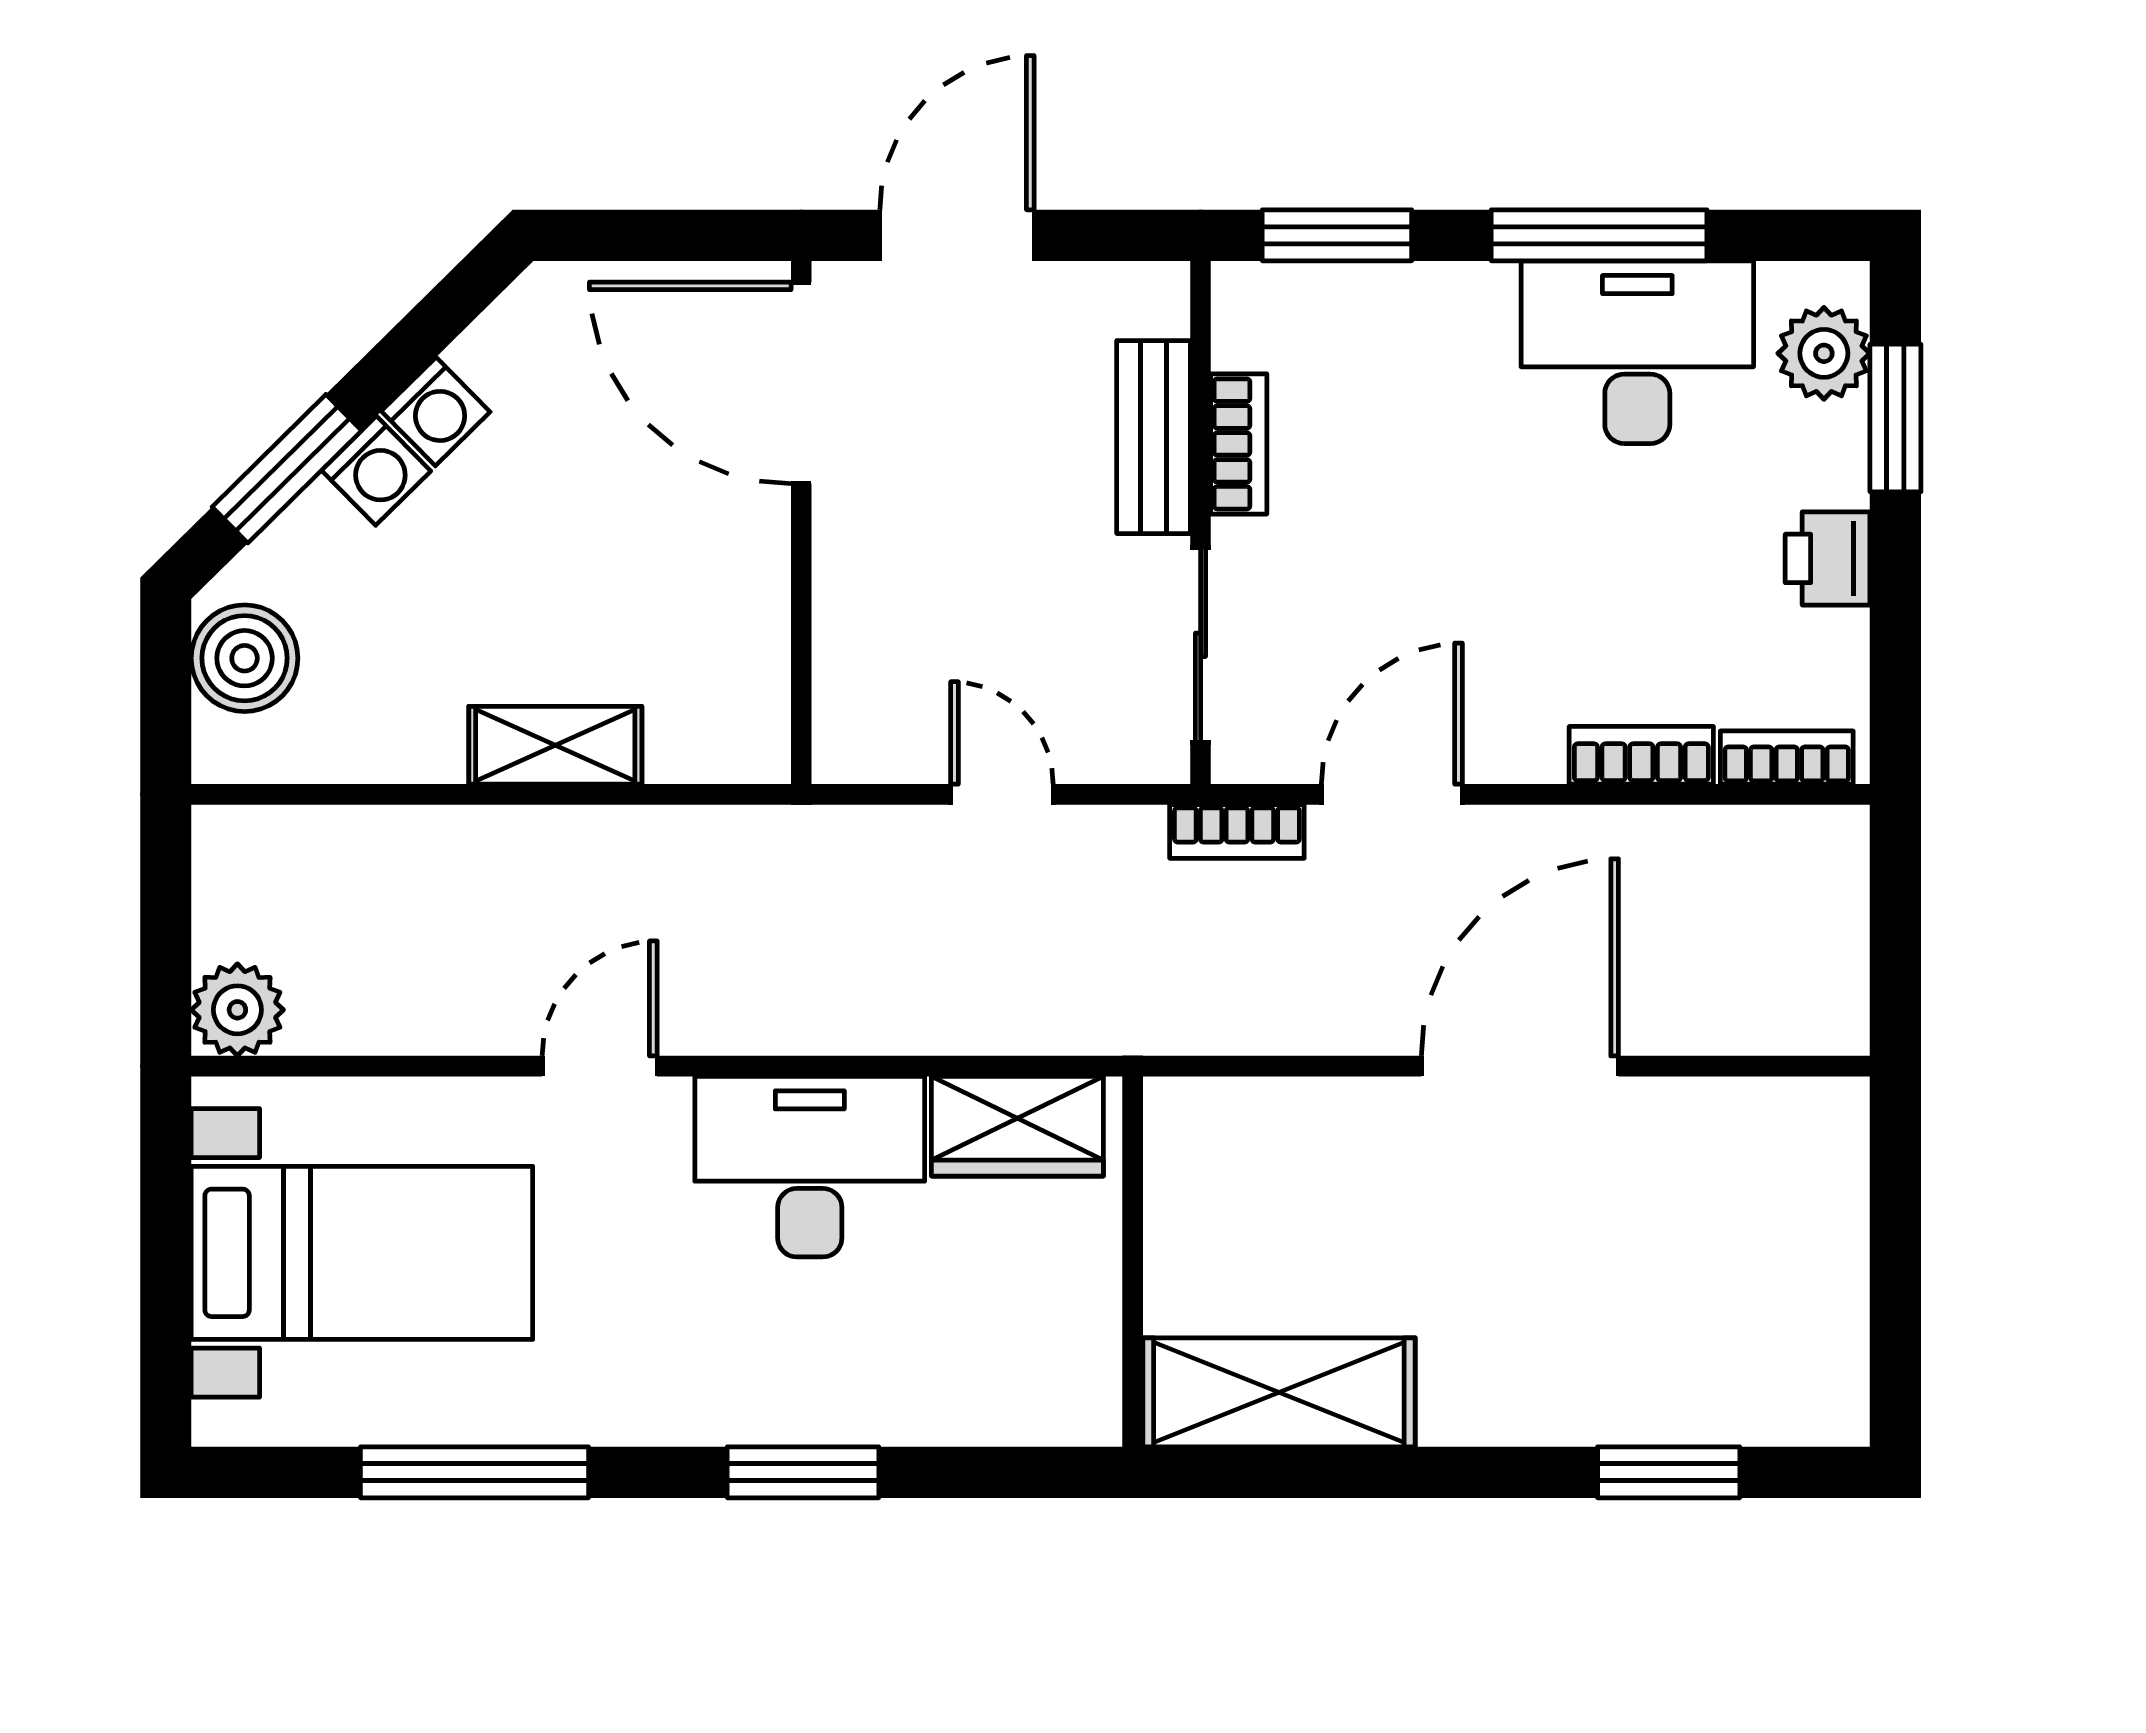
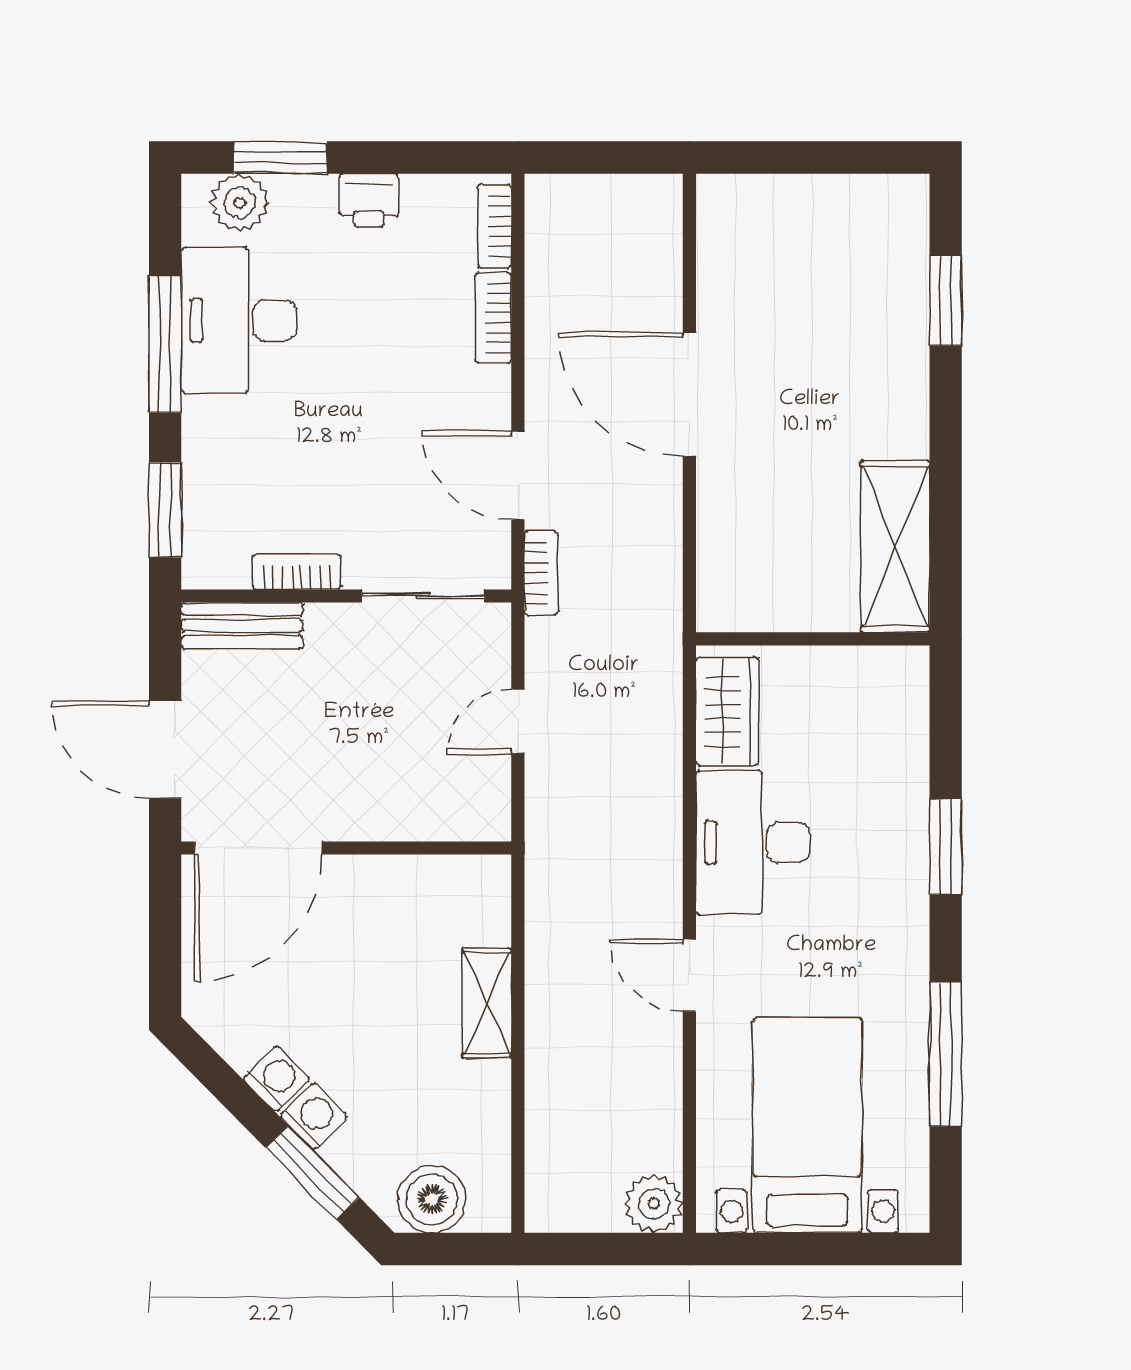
bench: (1153, 437) -> (242, 626), moved

